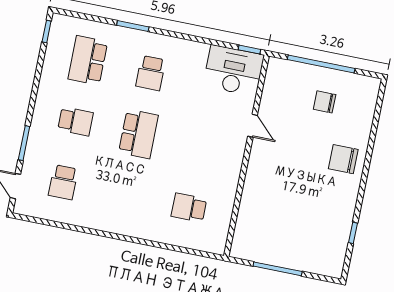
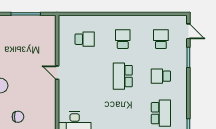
school desk: (151, 73) -> (123, 39), moved
door: (253, 126) -> (57, 73), moved

